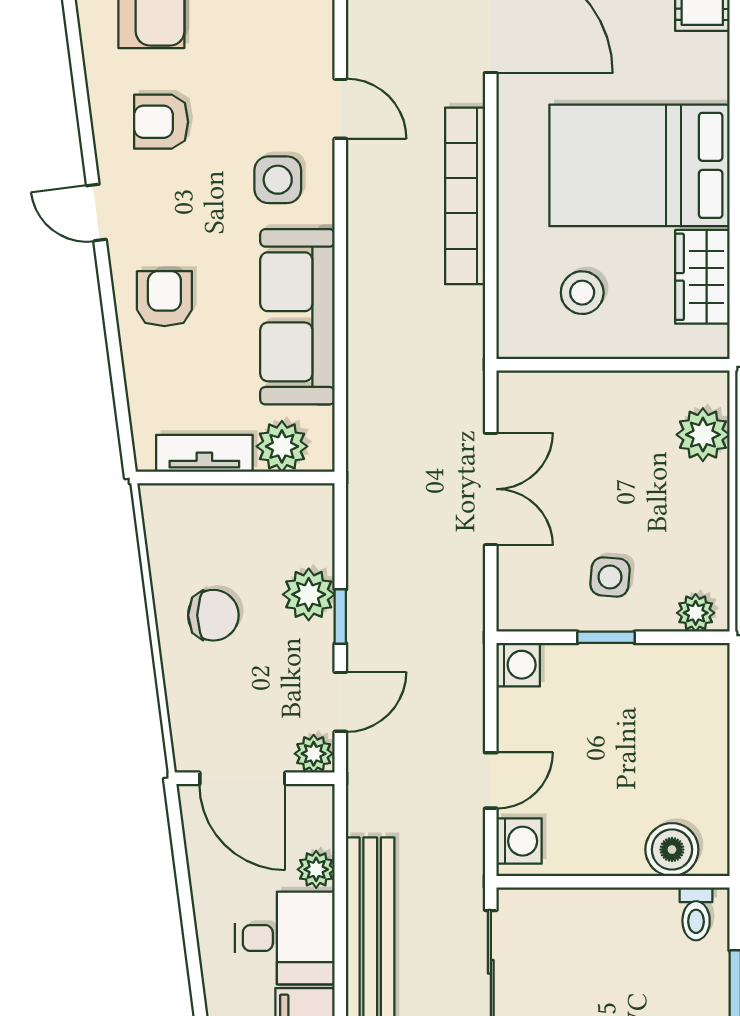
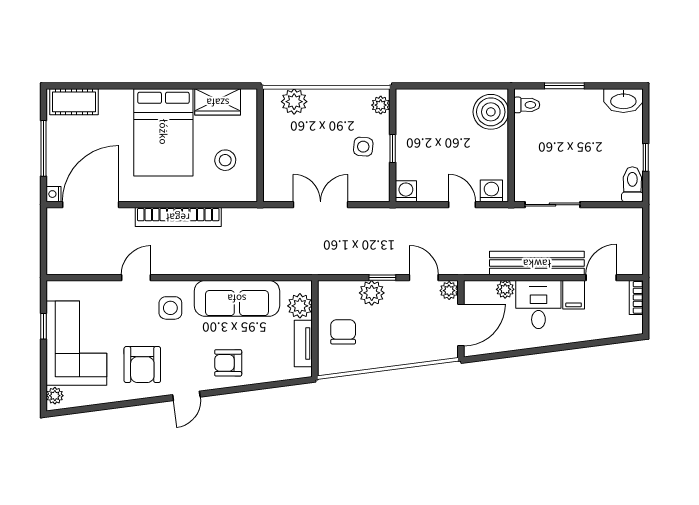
armchair: (161, 122) -> (142, 365), width x1.38, depth x1.38
chair: (213, 615) -> (343, 332), moved
boiler: (672, 850) -> (491, 112), width x1.37, depth x1.37

